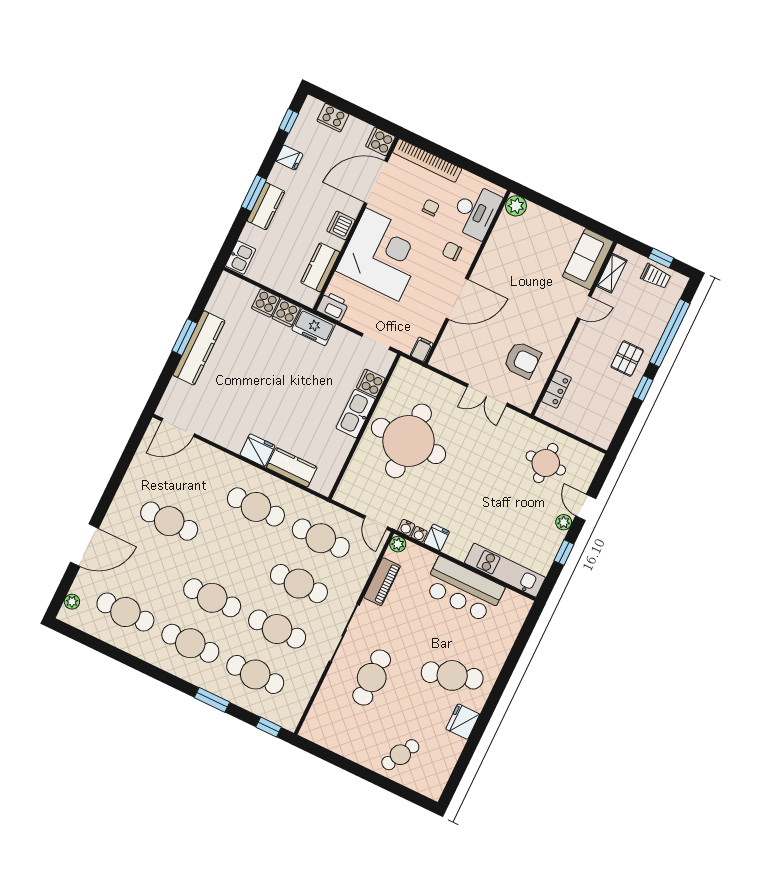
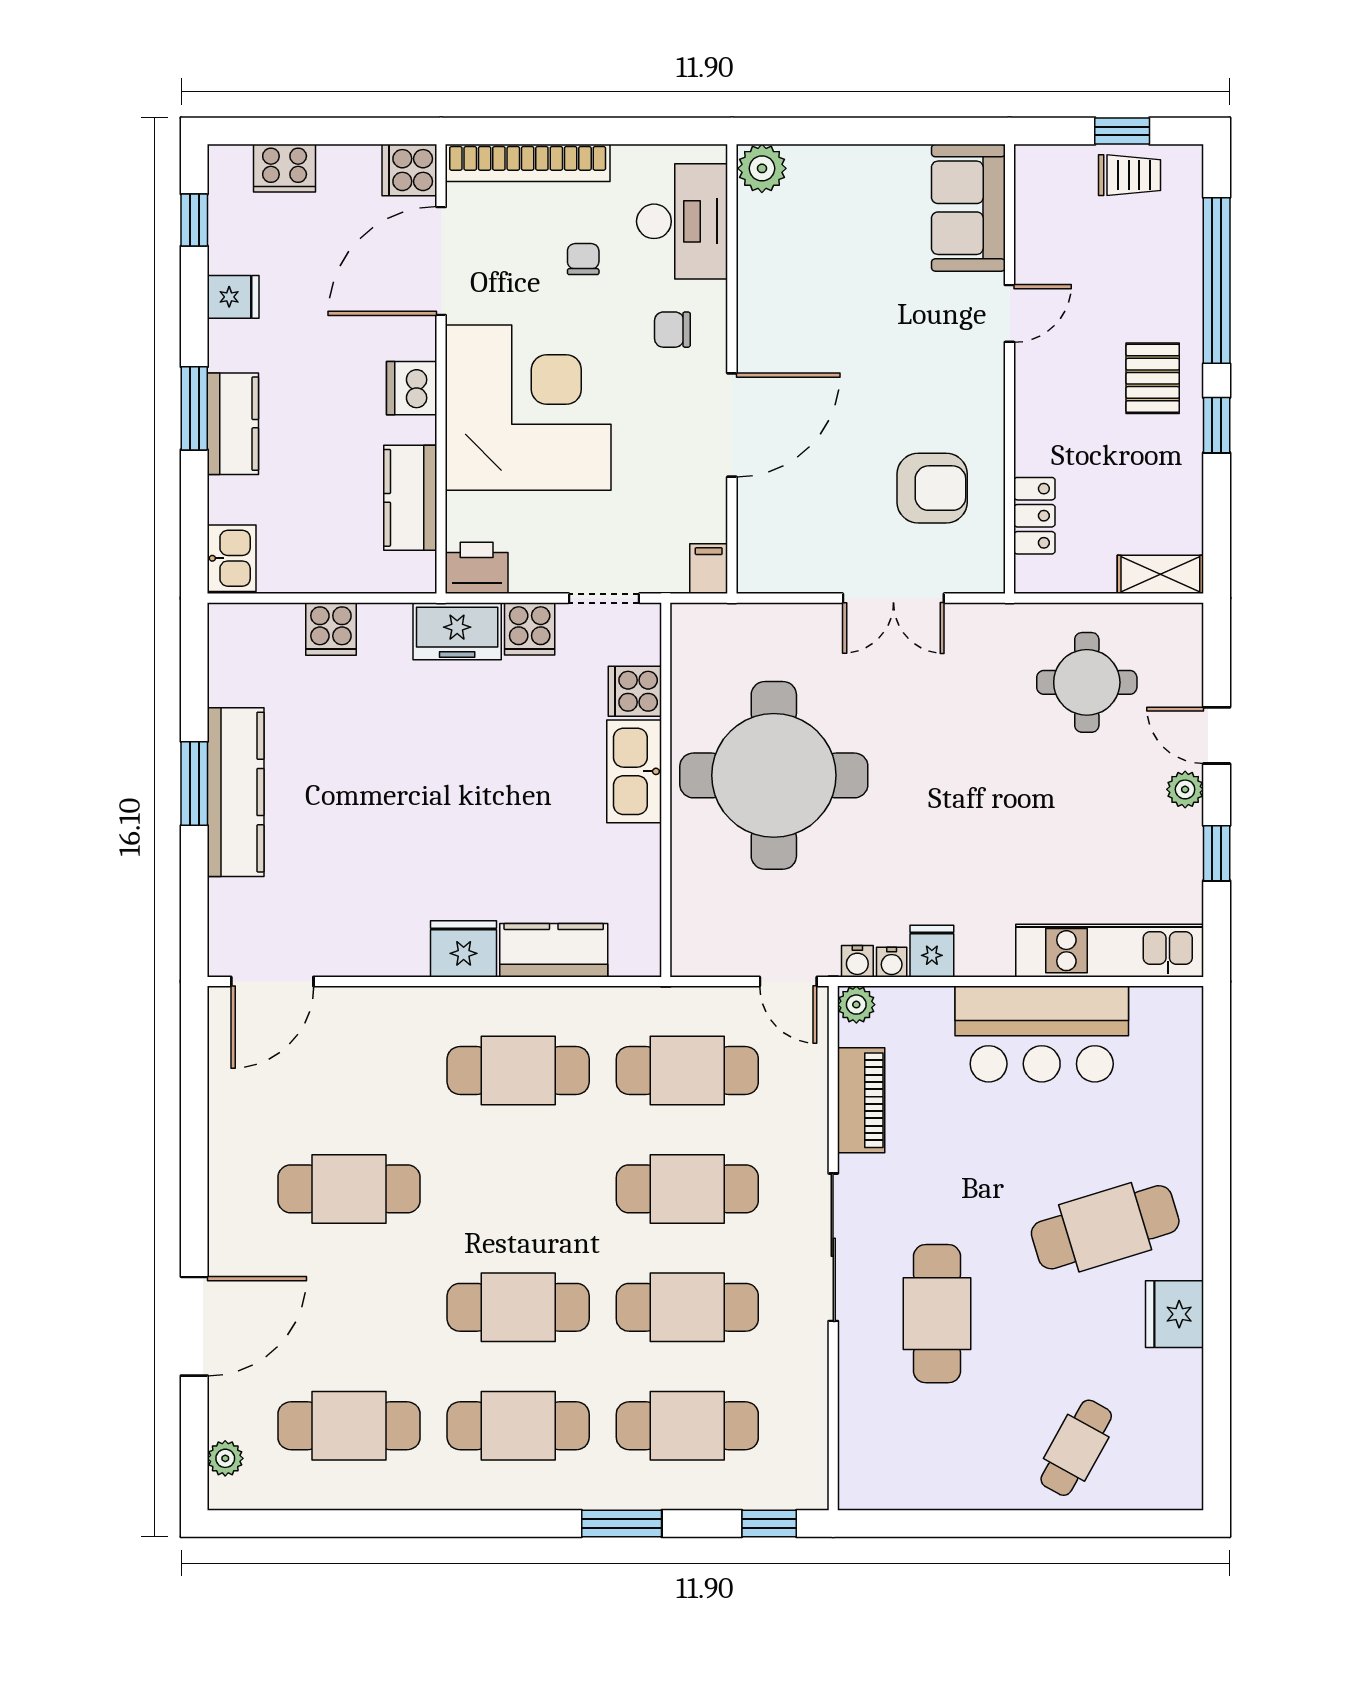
shelving: (612, 273) -> (1160, 574), moved, turned 90
cooker: (286, 313) -> (530, 629), moved

